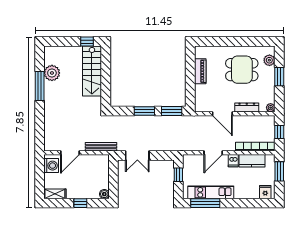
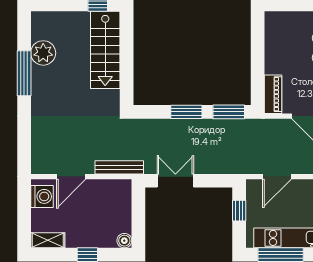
piano: (200, 71) -> (273, 94), moved
door: (213, 153) -> (277, 177), moved
double door: (137, 155) -> (175, 181), swing flipped

